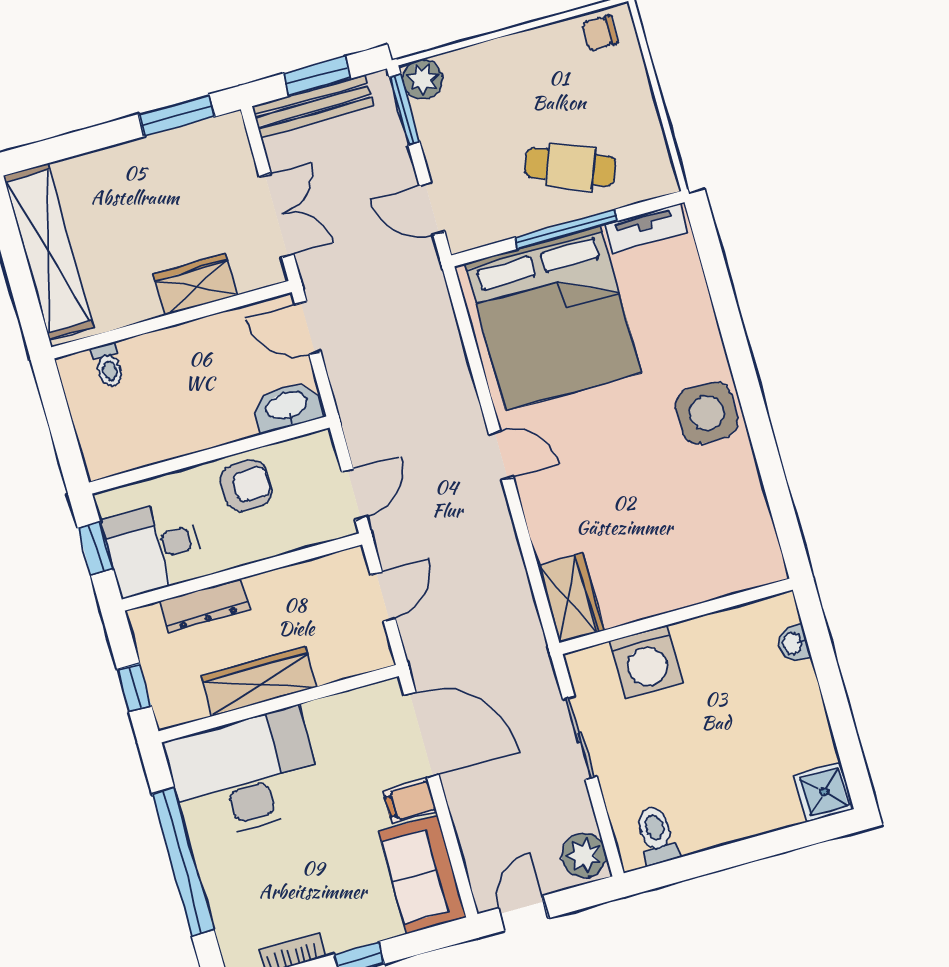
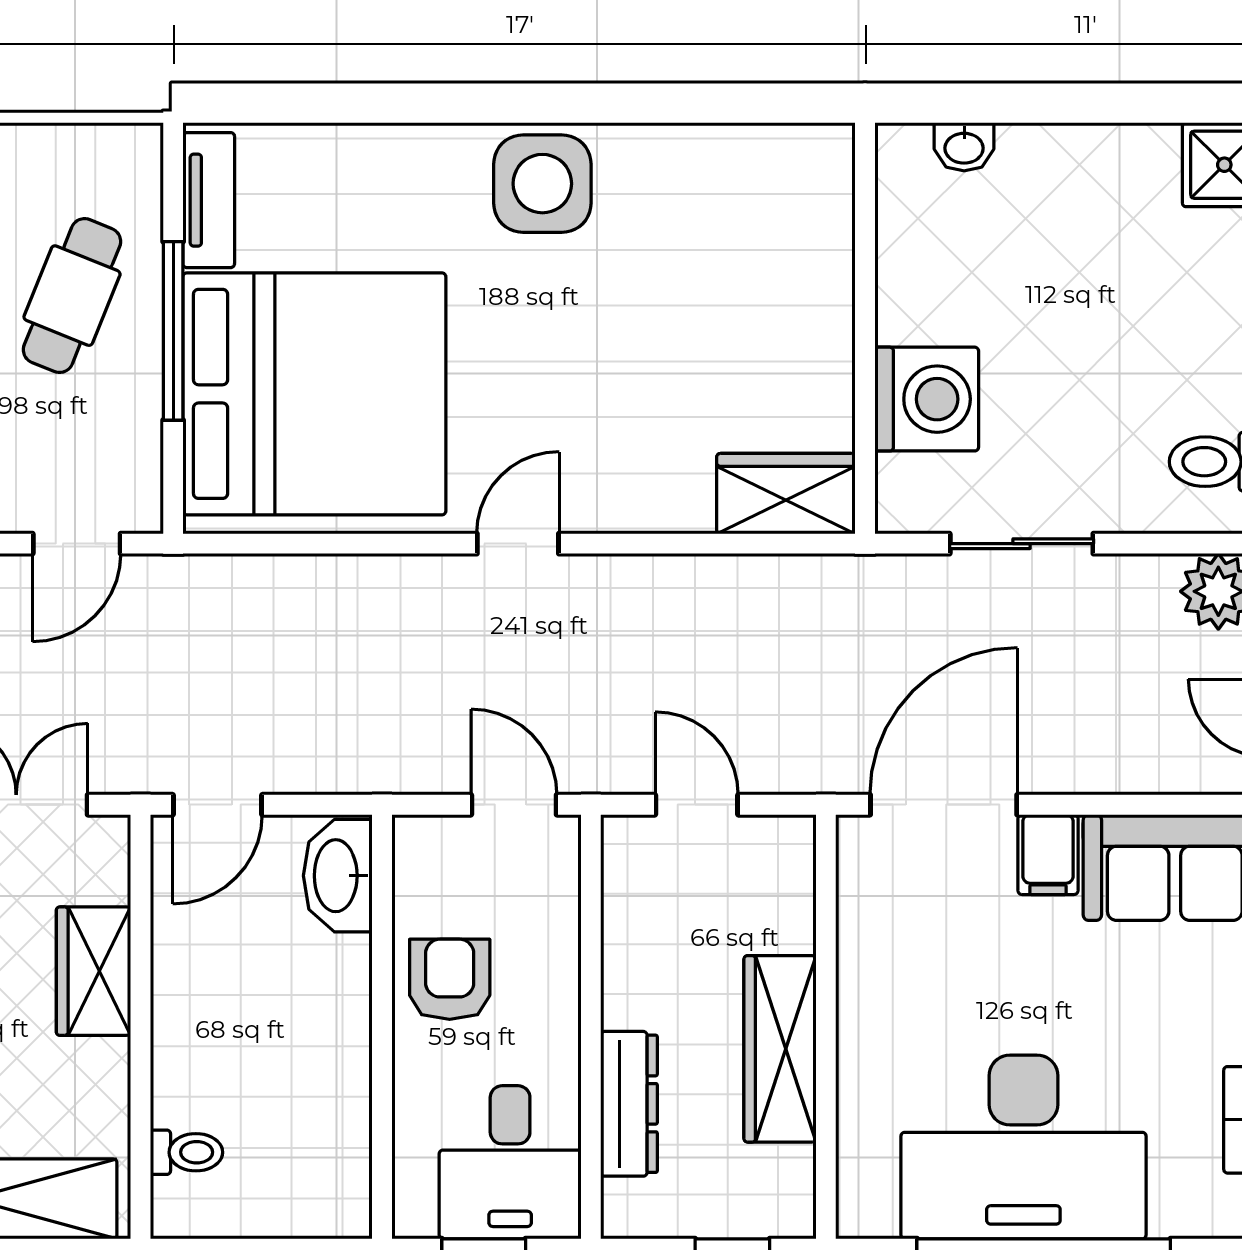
desk: (244, 775) -> (1023, 1147), moved, turned -90

